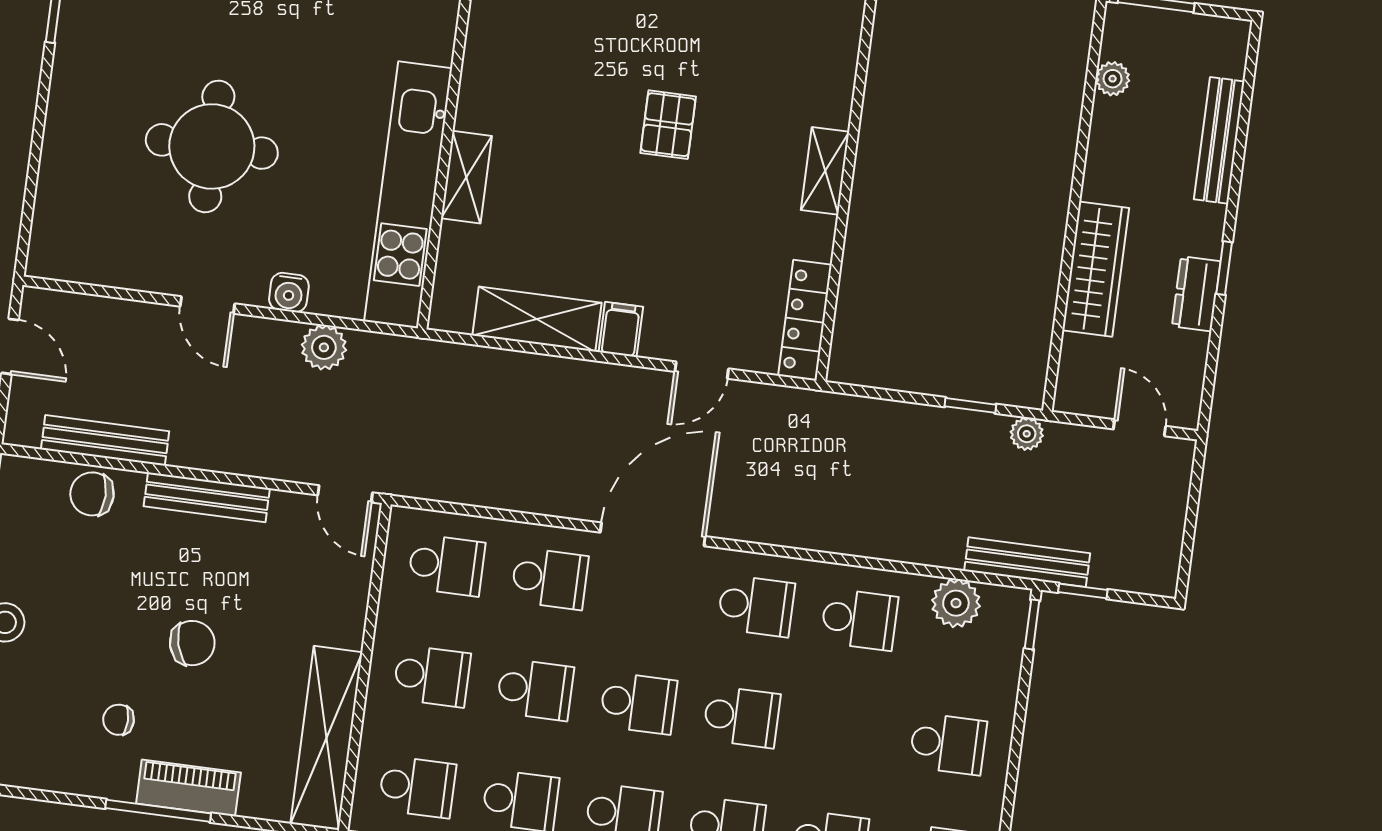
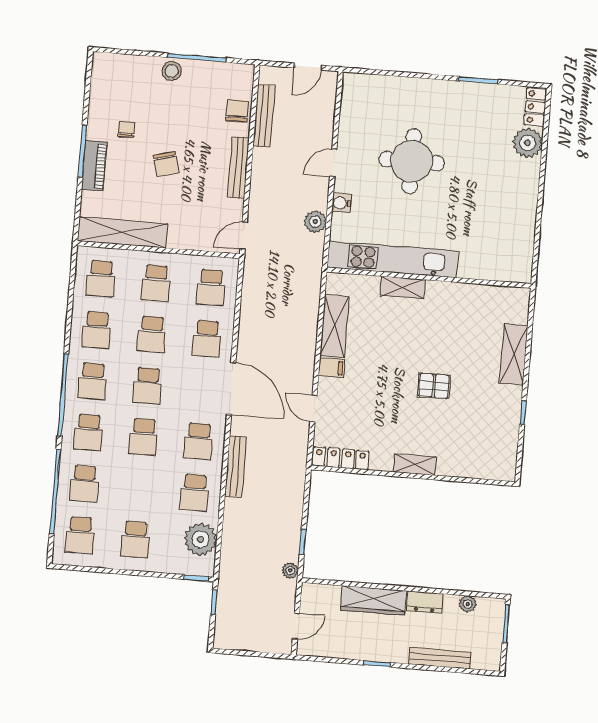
dresser: (1196, 294) -> (425, 602), moved, turned 180
bench: (1027, 562) -> (236, 466), moved
plant: (956, 603) -> (201, 539), width x1.36, depth x1.36

